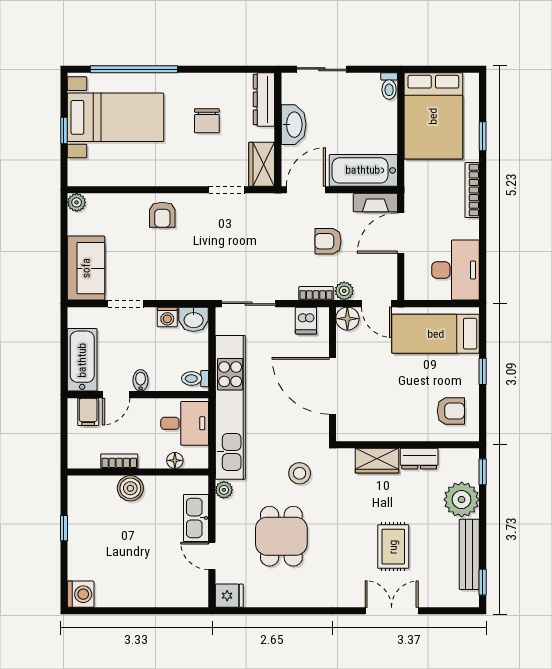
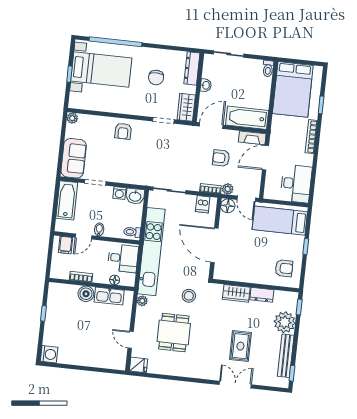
washbasin: (294, 125) -> (206, 85), width x0.52, depth x0.69
bathtub: (82, 360) -> (67, 200), moved
kitchen sink: (196, 518) -> (109, 296), moved, turned -90

